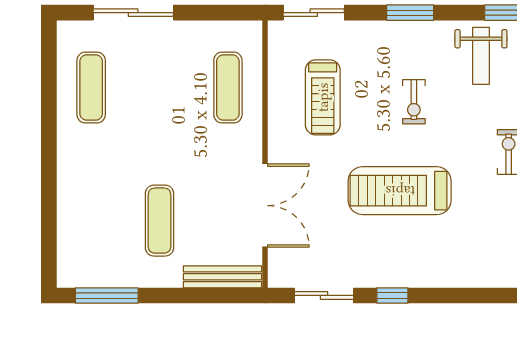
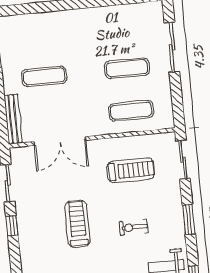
exercise mat: (91, 88) -> (127, 68), moved
treadmill: (323, 97) -> (131, 170), turned 180
treadmill: (400, 191) -> (77, 224), width x0.73, depth x0.73

